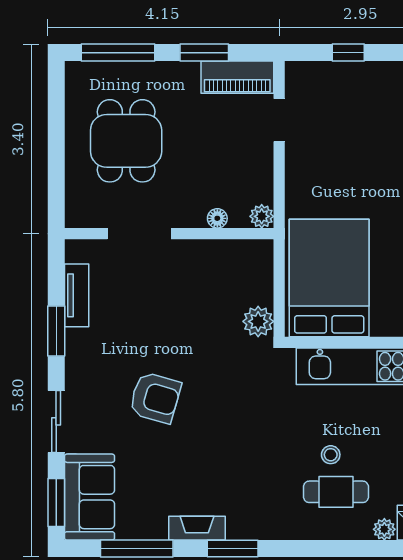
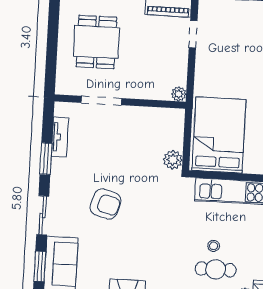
floor lamp: (217, 218) -> (151, 94), removed

